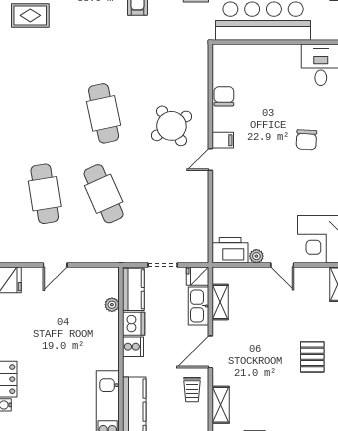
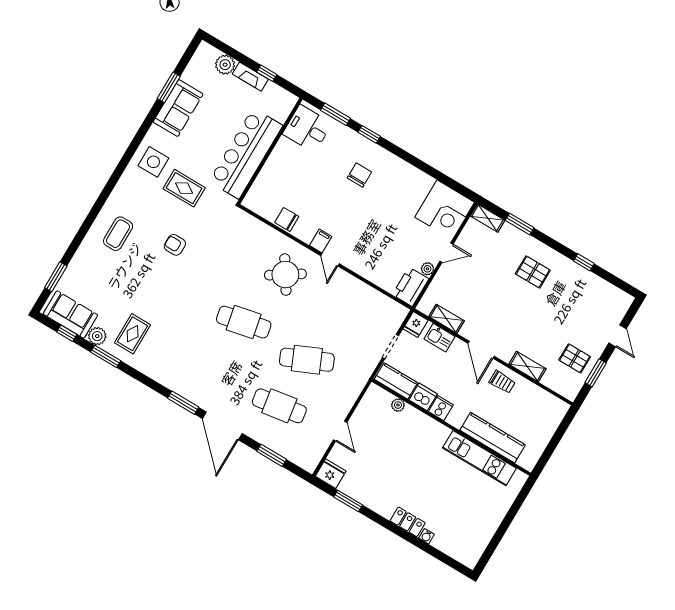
chair: (306, 140) -> (359, 175), turned -93
kitchen sink: (198, 306) -> (439, 338), width x0.73

